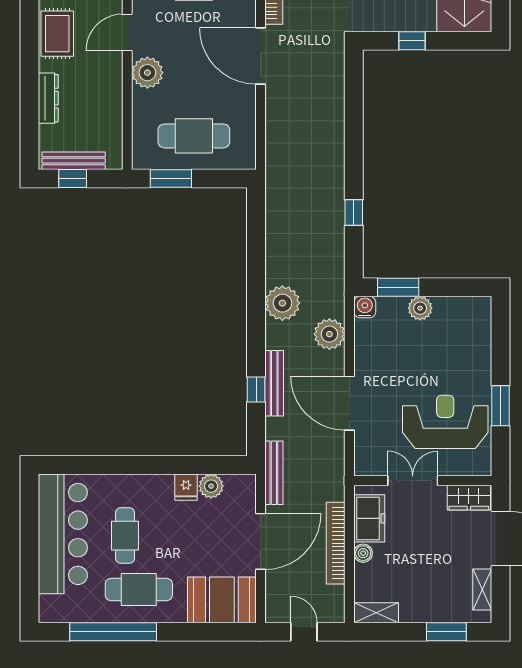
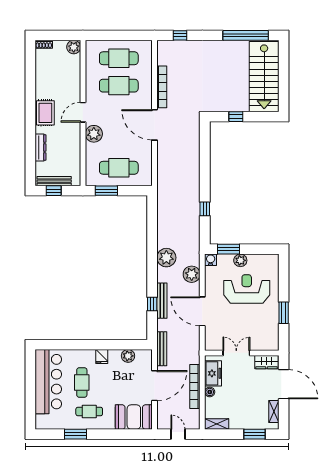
reception desk: (445, 422) -> (247, 289), moved
fridge: (186, 487) -> (102, 356), moved
cafe table: (139, 590) -> (89, 411), width x0.73, depth x0.74
window: (113, 632) -> (75, 434), width x0.47

